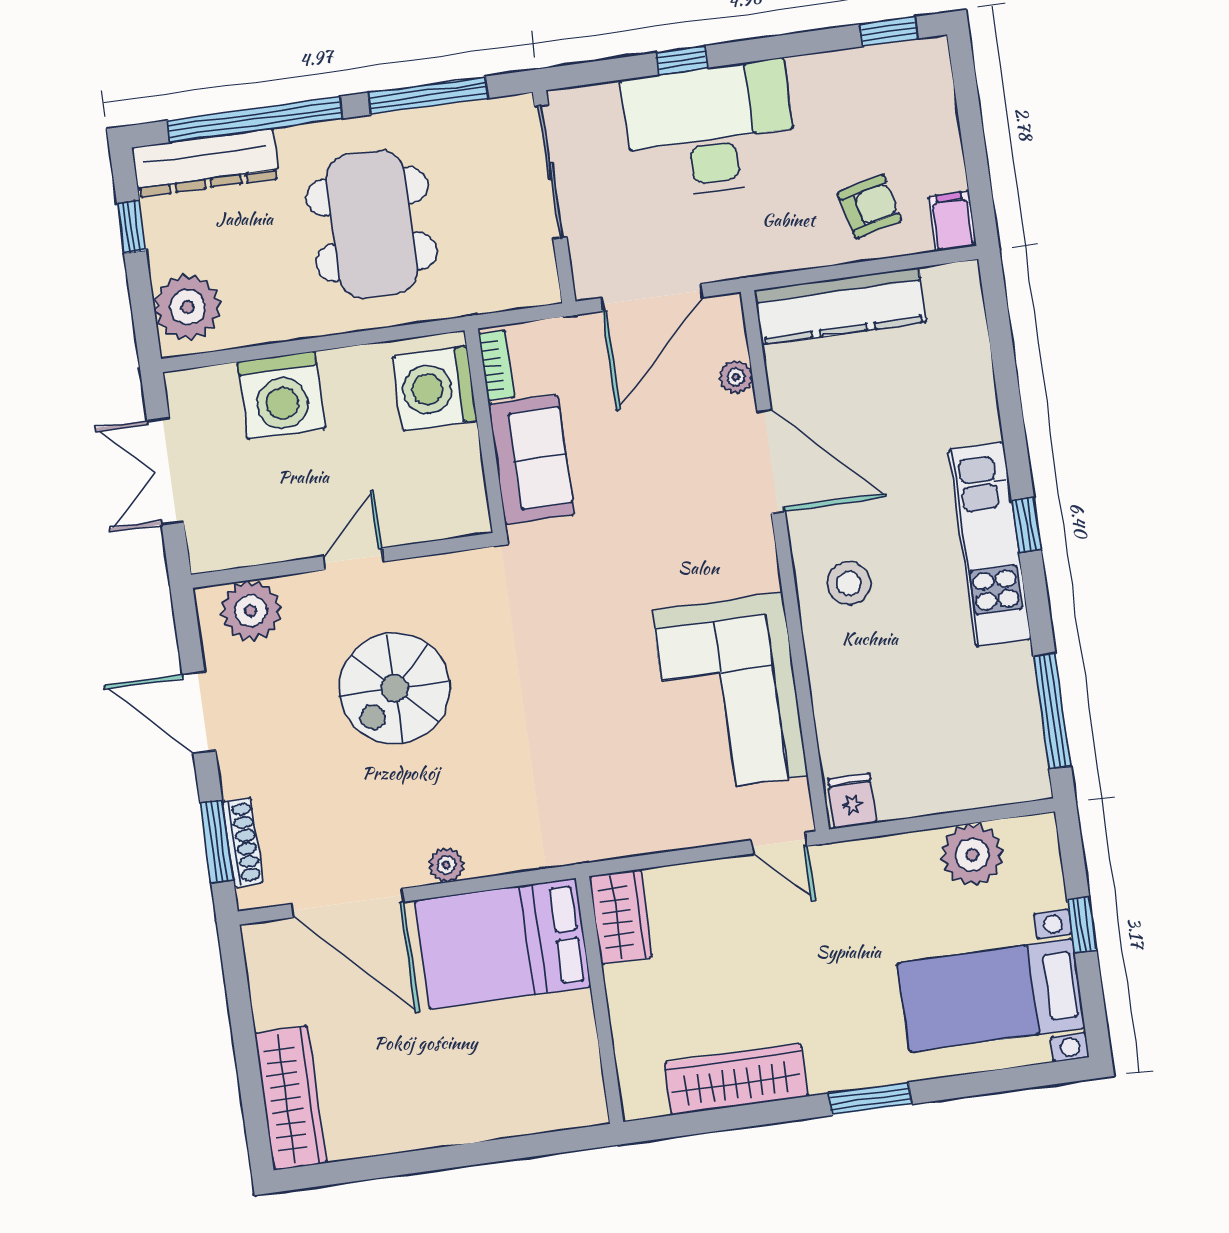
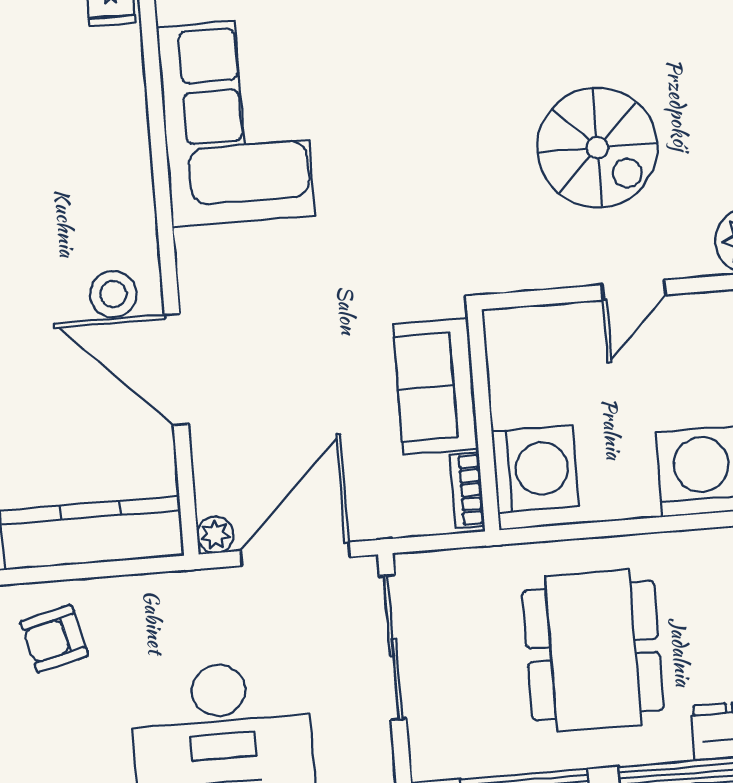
sliding door: (551, 172) -> (393, 647), moved
plant: (736, 377) -> (215, 535), moved
stool: (849, 583) -> (113, 294), moved
spiral stairs: (395, 688) -> (597, 148), turned 90

